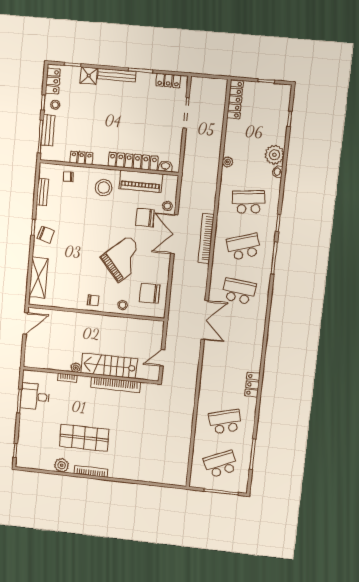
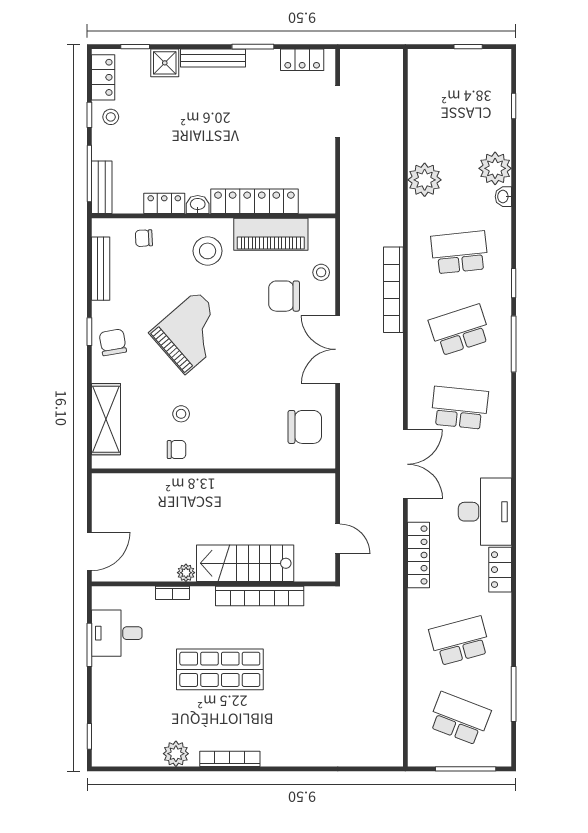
locker: (235, 100) -> (419, 555), moved
bench: (48, 130) -> (102, 187), moved
plant: (228, 162) -> (425, 180), width x1.87, depth x1.87
washbasin: (165, 166) -> (198, 205), moved
bench: (42, 192) -> (101, 269), width x1.36
double door: (174, 234) -> (338, 349), moved
chair: (46, 235) -> (113, 342), turned -117
bookcase: (206, 238) -> (393, 290), moved
grand piano: (124, 259) -> (191, 332), moved
chair: (150, 293) -> (305, 427), turned 180
chair: (93, 300) -> (177, 450), moved
stool: (123, 305) -> (181, 414), moved
door: (25, 323) -> (89, 551), moved
desk: (247, 351) -> (485, 512), added
door: (162, 358) -> (338, 539), swing flipped
shop shelf: (84, 438) -> (220, 669), moved
school desk: (221, 464) -> (460, 719), turned 45

